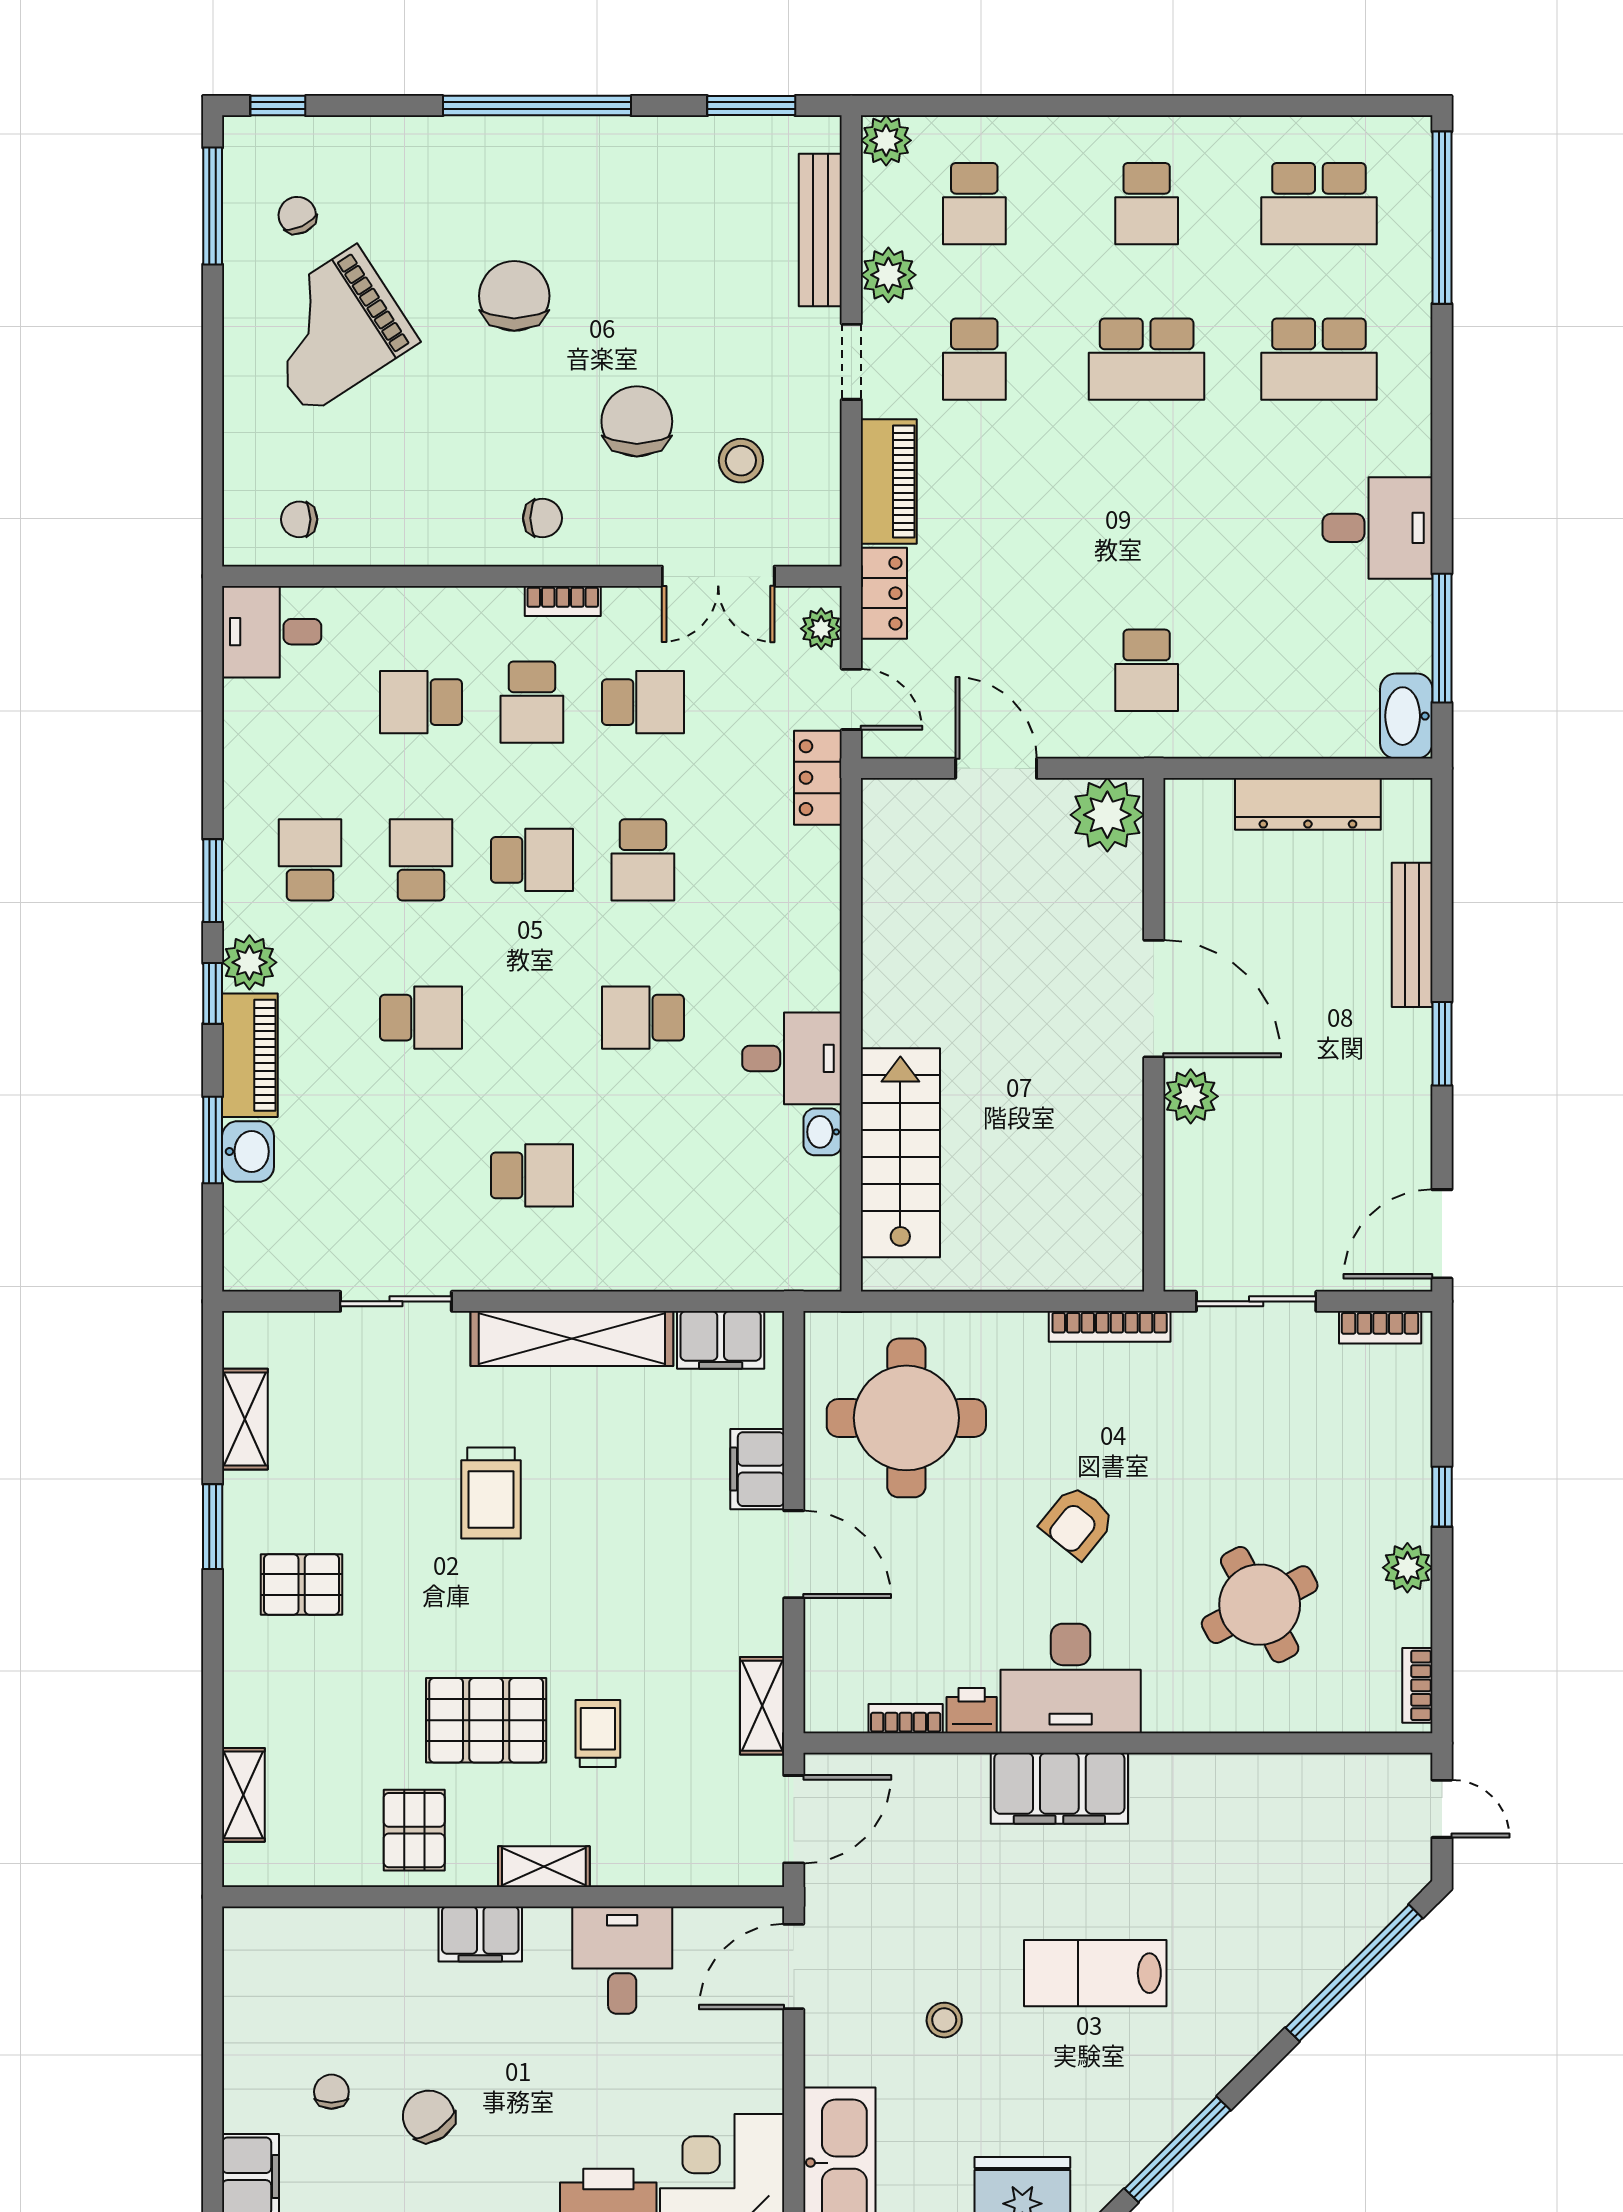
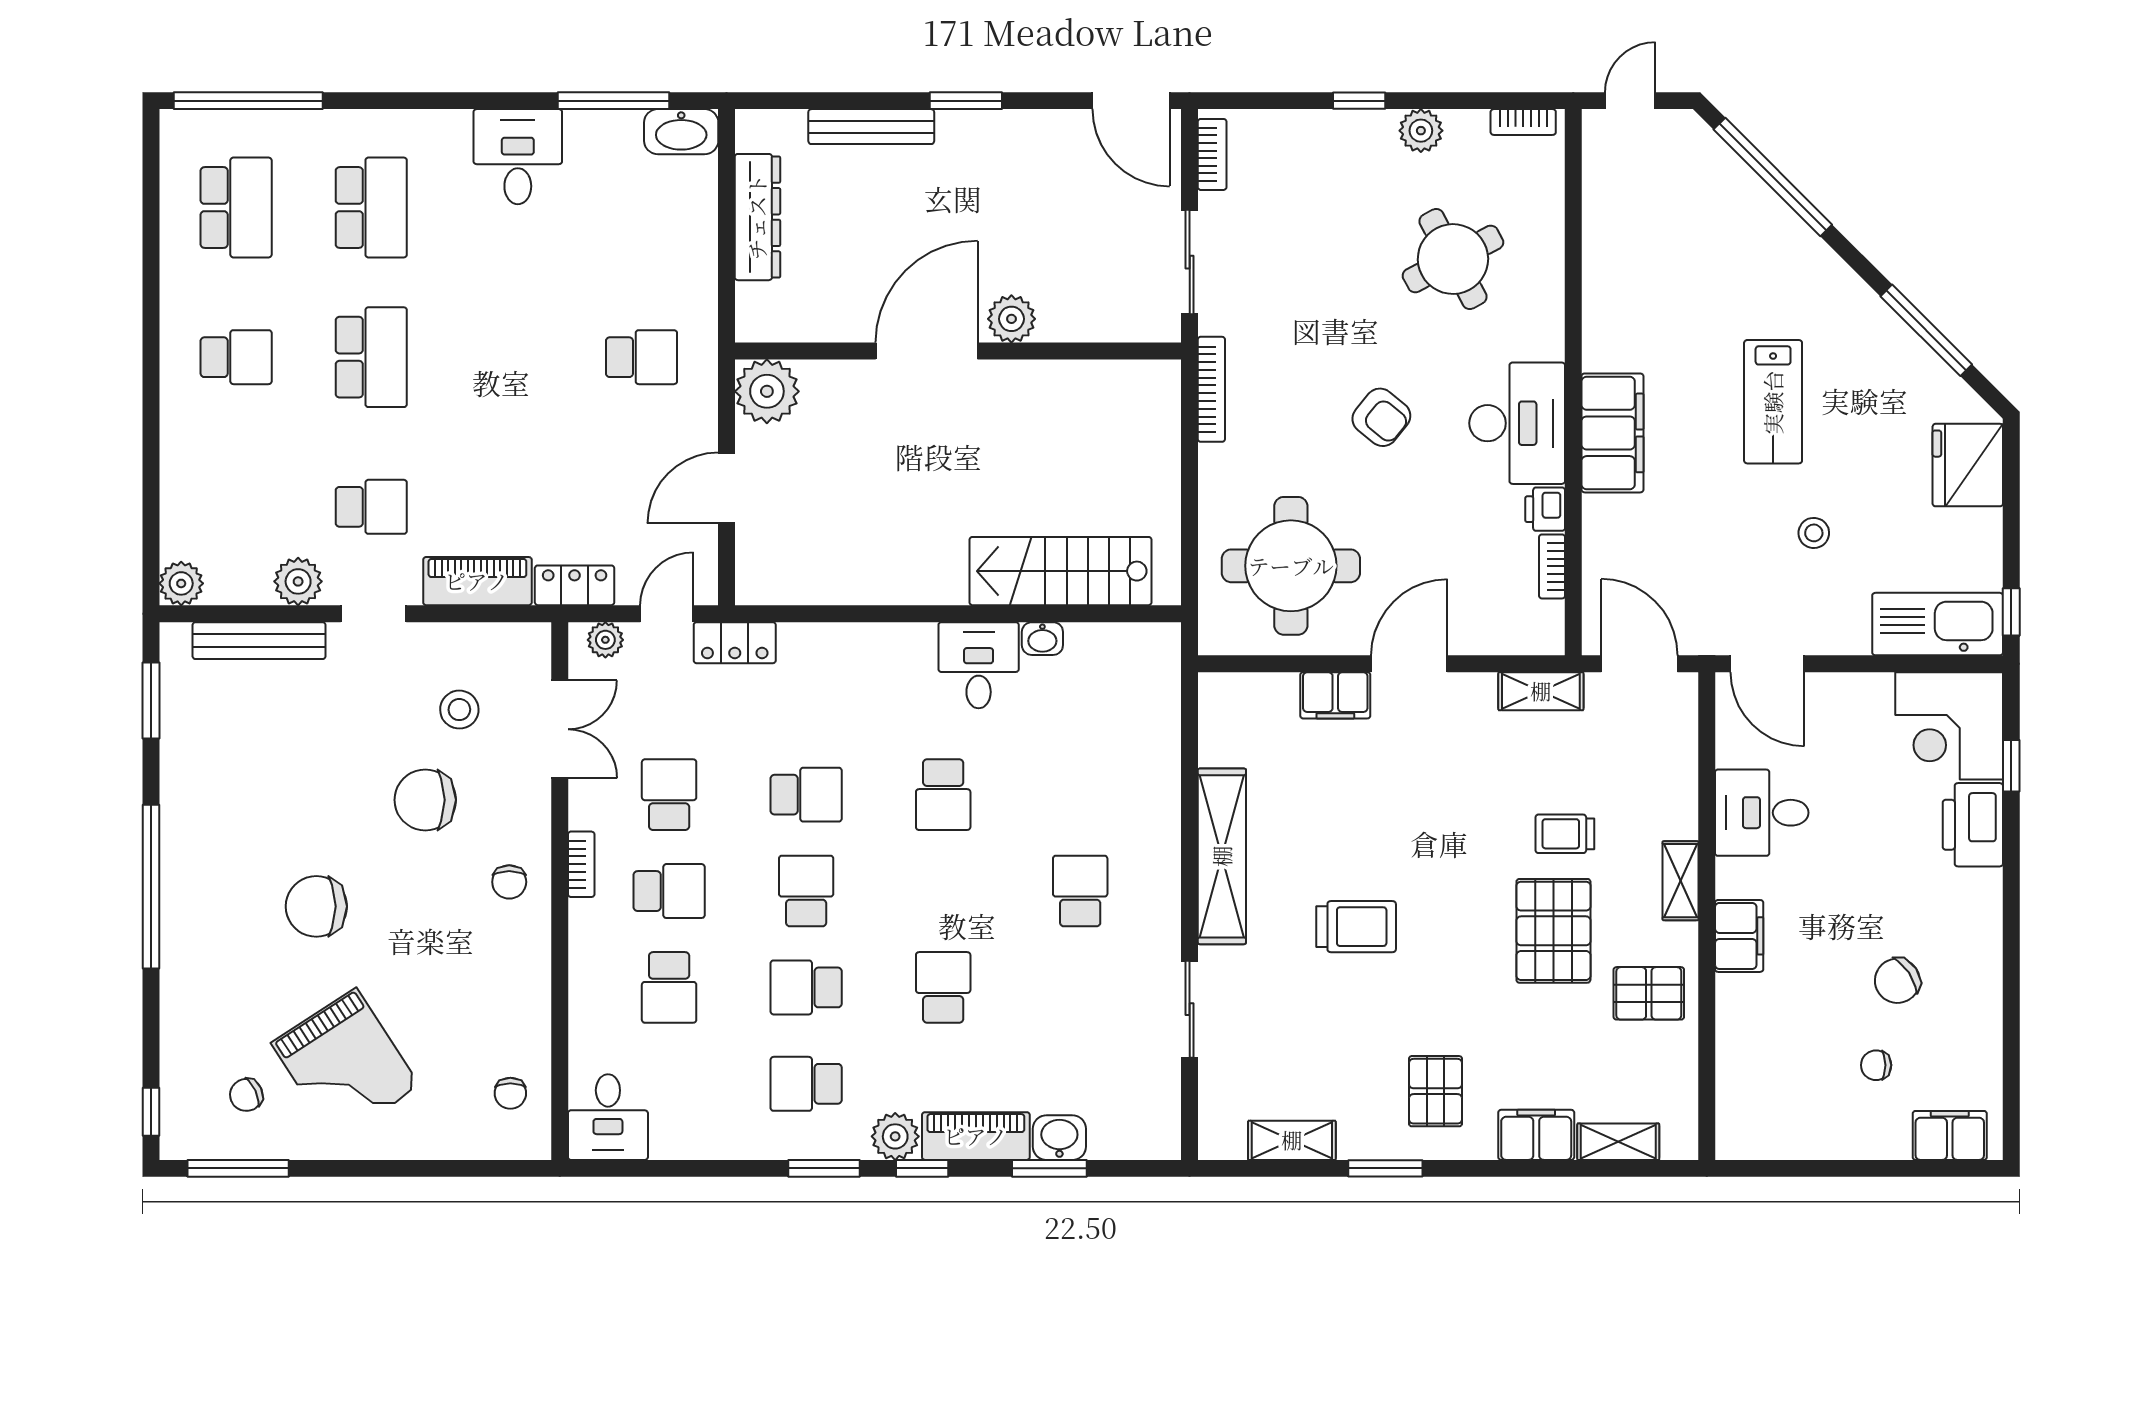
school desk: (974, 204) -> (236, 507), removed
chair: (542, 518) -> (509, 882), turned 180
filing cabinet: (721, 1340) -> (1536, 1135), moved, turned -90

